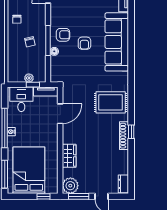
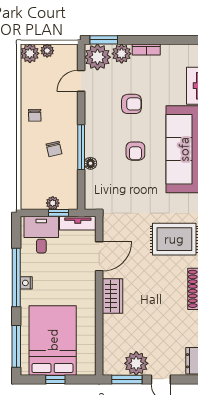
armchair: (63, 35) -> (132, 104), moved
wardrobe: (69, 156) -> (113, 296), moved
plant: (70, 186) -> (136, 363), moved
window: (44, 196) -> (55, 379), moved

